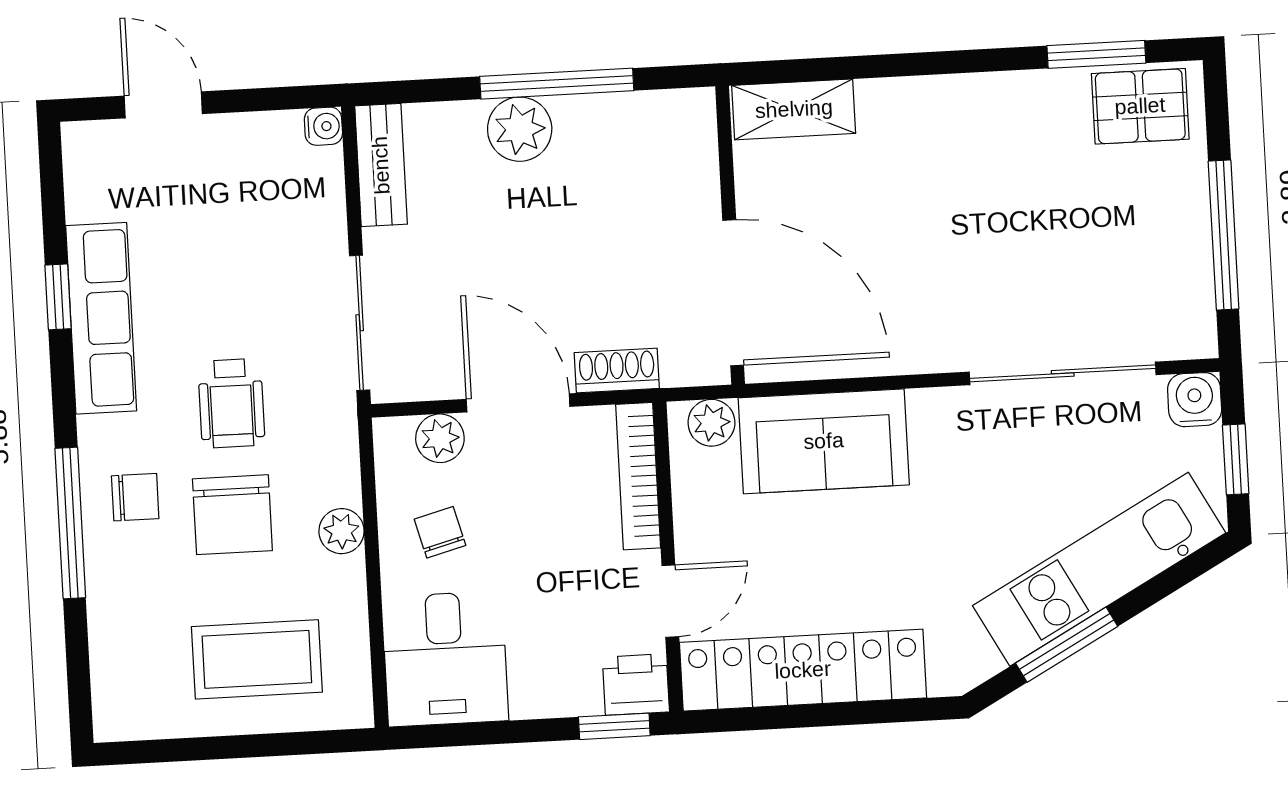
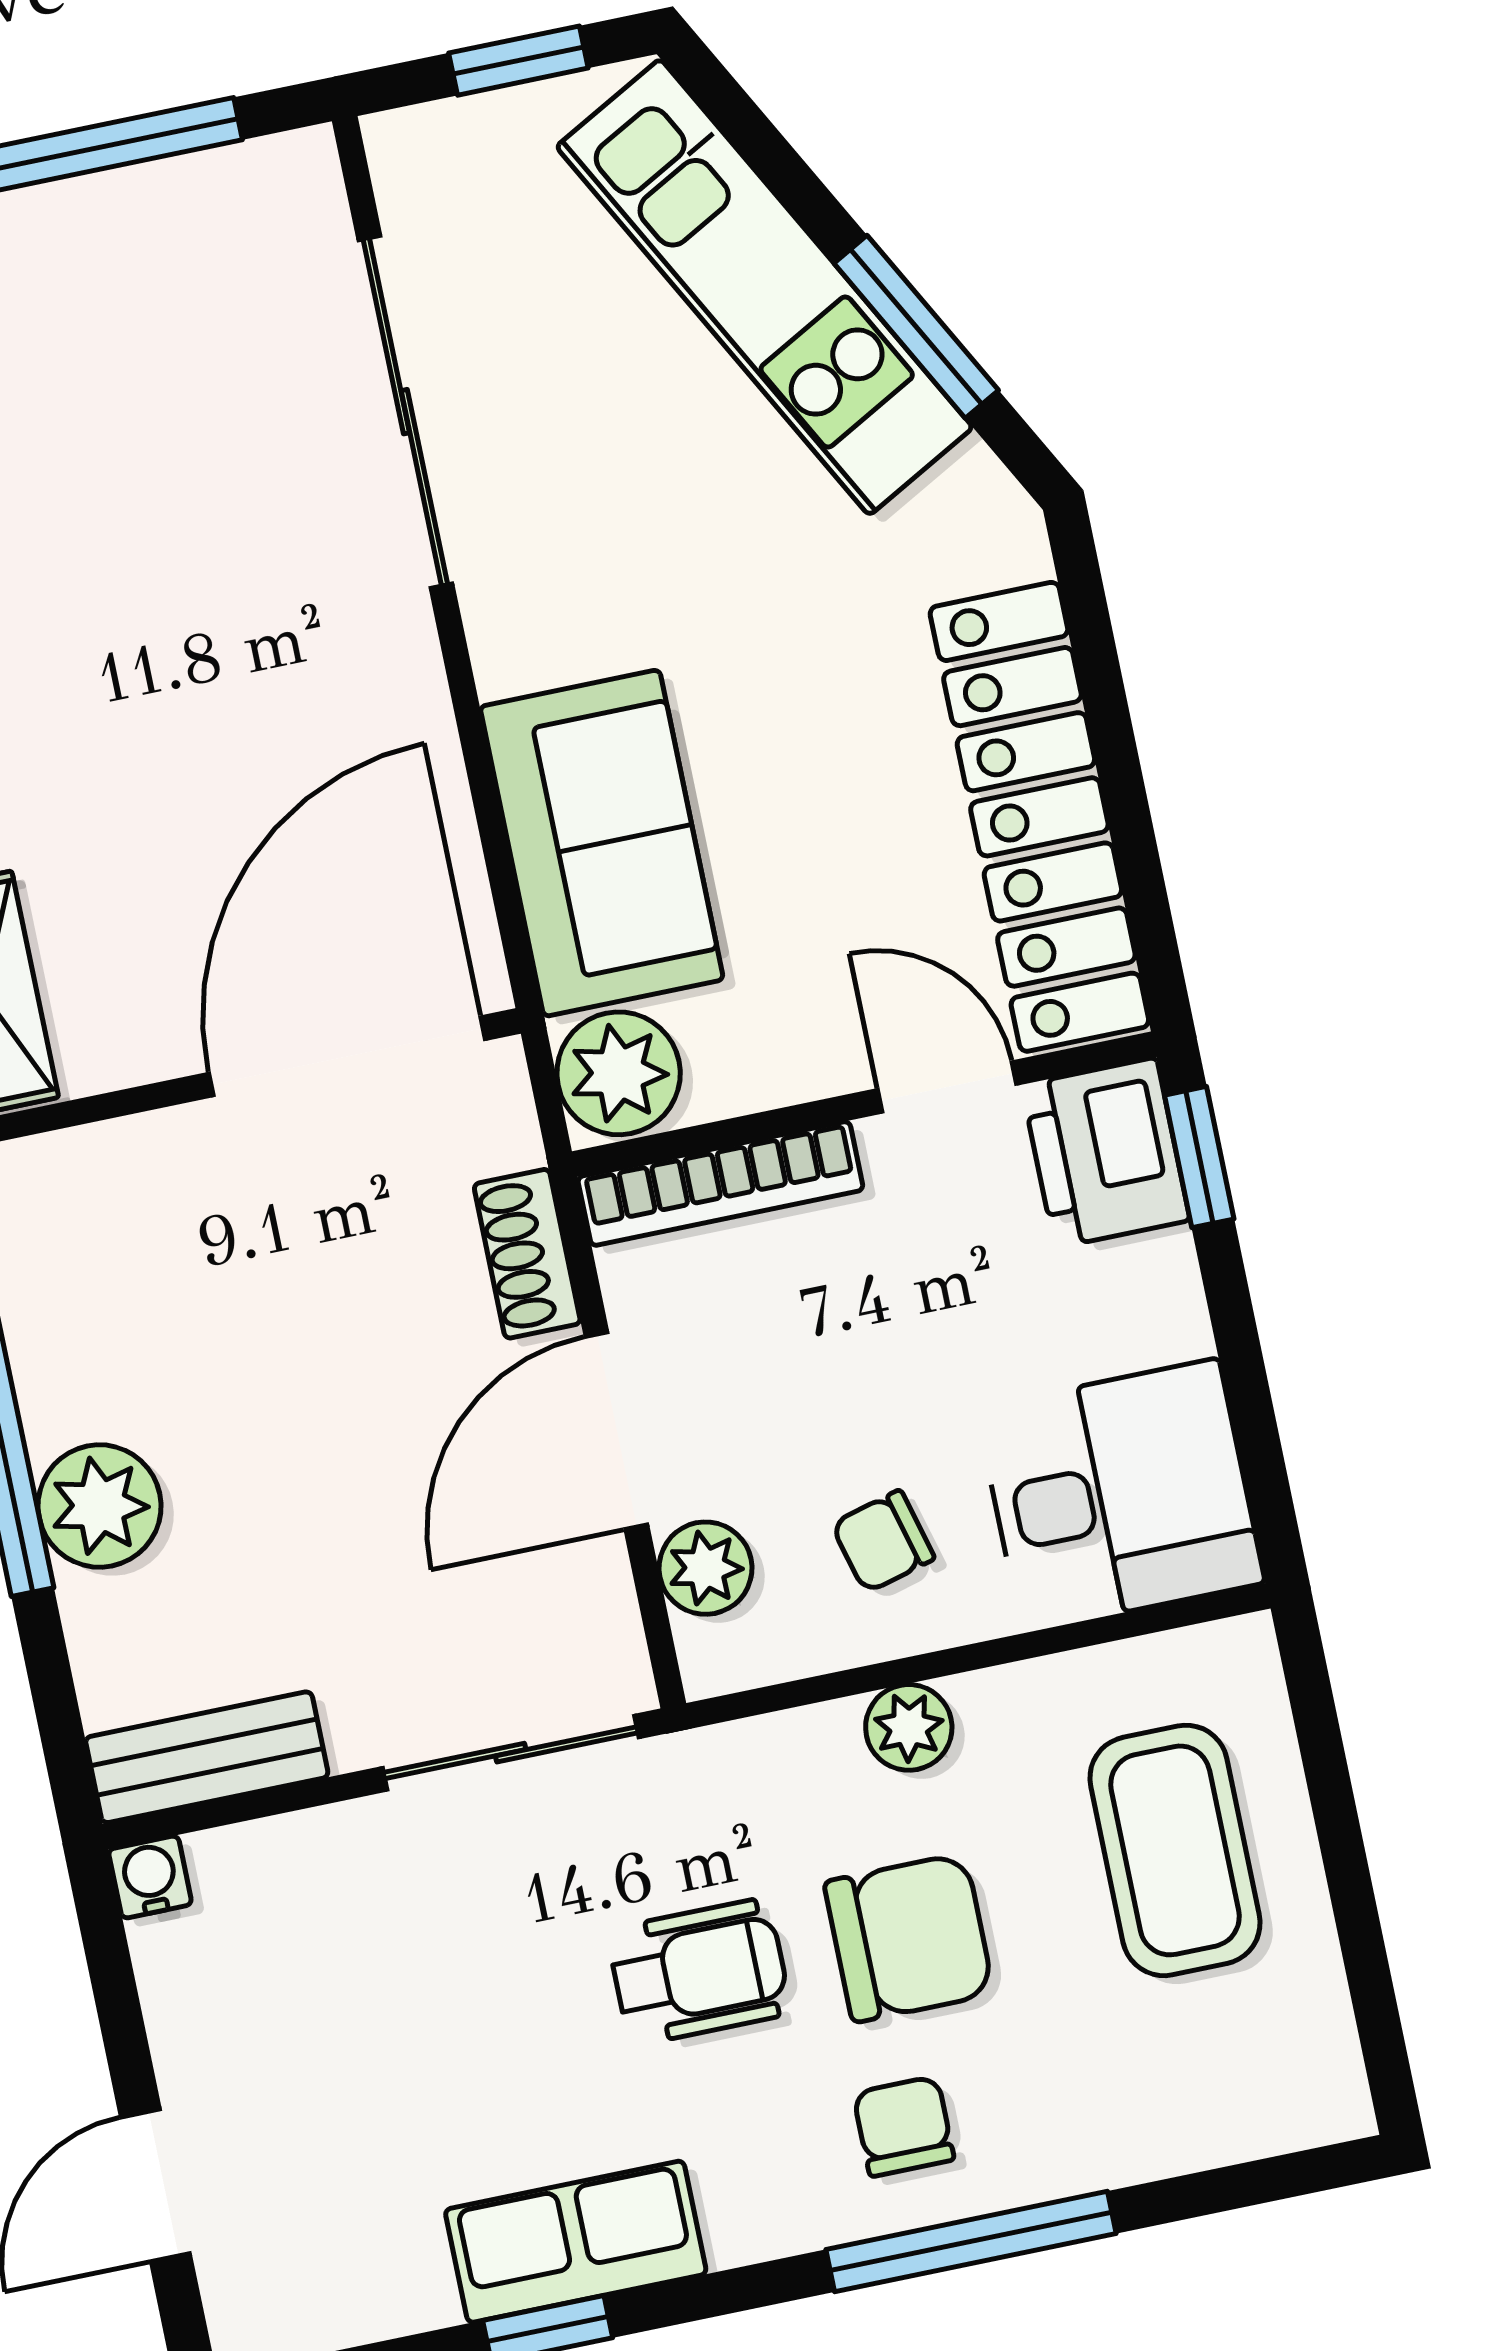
row of seats: (101, 318) -> (576, 2242), width x0.68
water cooler: (1195, 400) -> (417, 155), removed
plant: (711, 423) -> (619, 1073), width x1.38, depth x1.38
printer: (636, 685) -> (1106, 1153), width x1.36, depth x1.24

